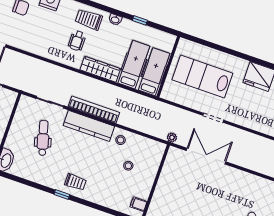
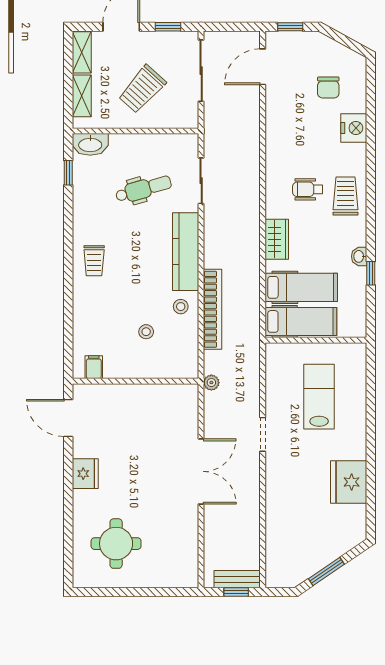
washbasin: (115, 20) -> (359, 256), moved
wardrobe: (100, 69) -> (277, 239), width x0.67
lab bench: (202, 76) -> (319, 397), width x0.73, depth x0.72
bookcase: (94, 110) -> (213, 309), moved
double door: (206, 156) -> (201, 471), moved
window: (62, 195) -> (68, 173), moved

